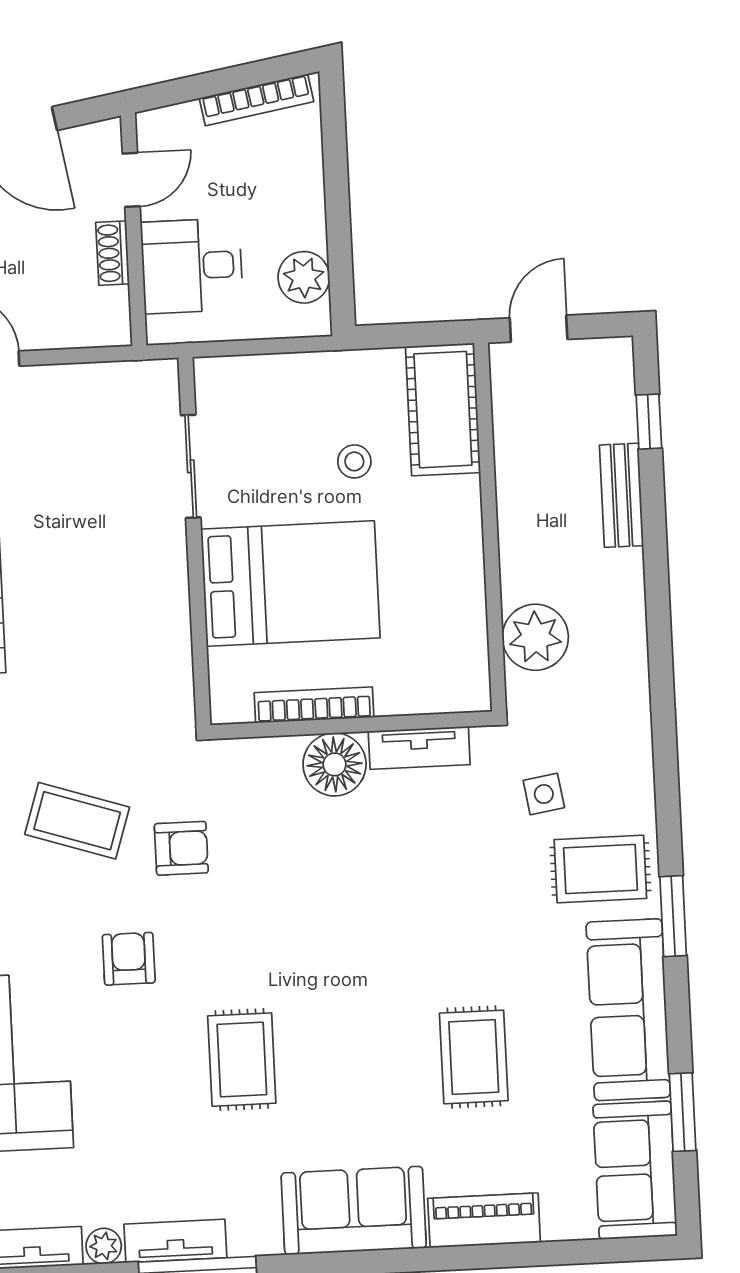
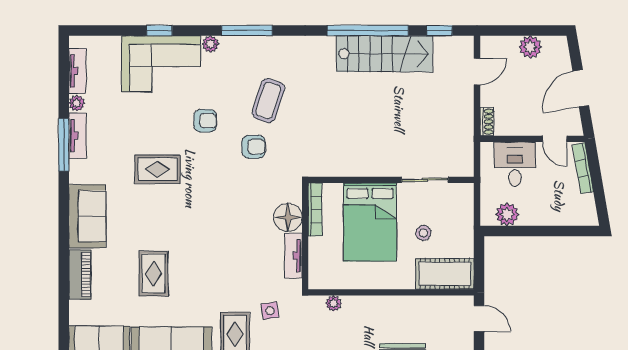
bookcase: (257, 100) -> (583, 168), moved
shoe rack: (113, 253) -> (487, 122), moved, turned 90
sliding door: (191, 466) -> (425, 180), moved
wall: (194, 541) -> (391, 180), moved
bed: (290, 584) -> (370, 222), moved
plant: (535, 637) -> (334, 303), width x0.53, depth x0.53
armchair: (181, 848) -> (254, 147), turned -90
rug: (474, 1057) -> (154, 273), turned 90

